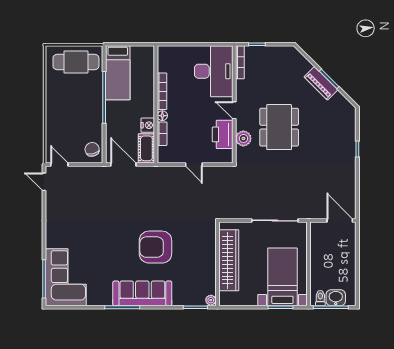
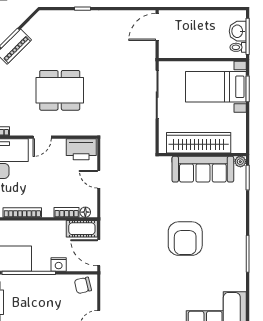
floor lamp: (162, 116) -> (85, 212), moved
nightstand: (148, 125) -> (59, 264), moved, turned 180
printer: (223, 134) -> (81, 149), moved
plant: (243, 138) -> (72, 127), removed
door: (123, 165) -> (99, 253), hinge flipped
door: (194, 165) -> (99, 179), swing flipped
armchair: (155, 247) -> (185, 239), moved
sofa: (142, 293) -> (203, 169), moved, turned -90

